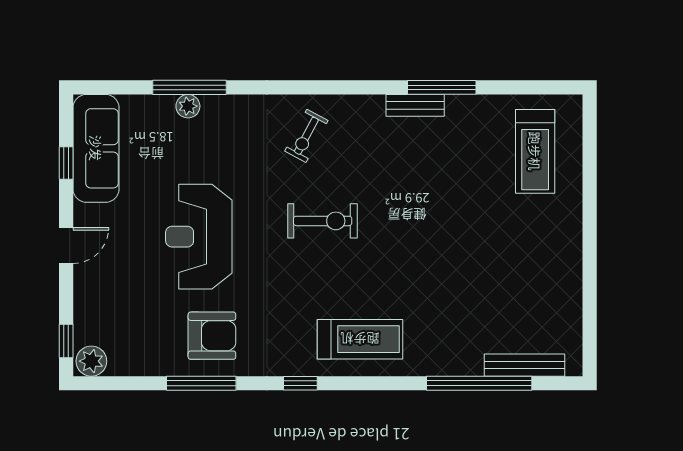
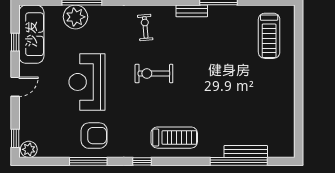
bench: (415, 105) -> (192, 11), moved
plant: (188, 106) -> (75, 17), width x1.87, depth x1.87
exercise bike: (306, 136) -> (145, 27), turned 147
exercise bike: (323, 221) -> (154, 73), turned 180
bench: (525, 365) -> (246, 152), moved

